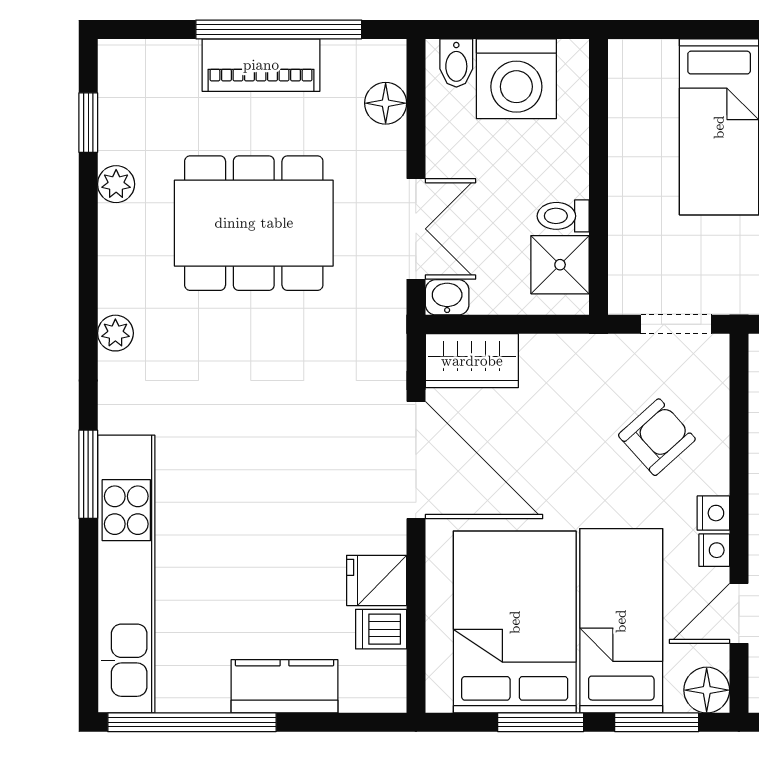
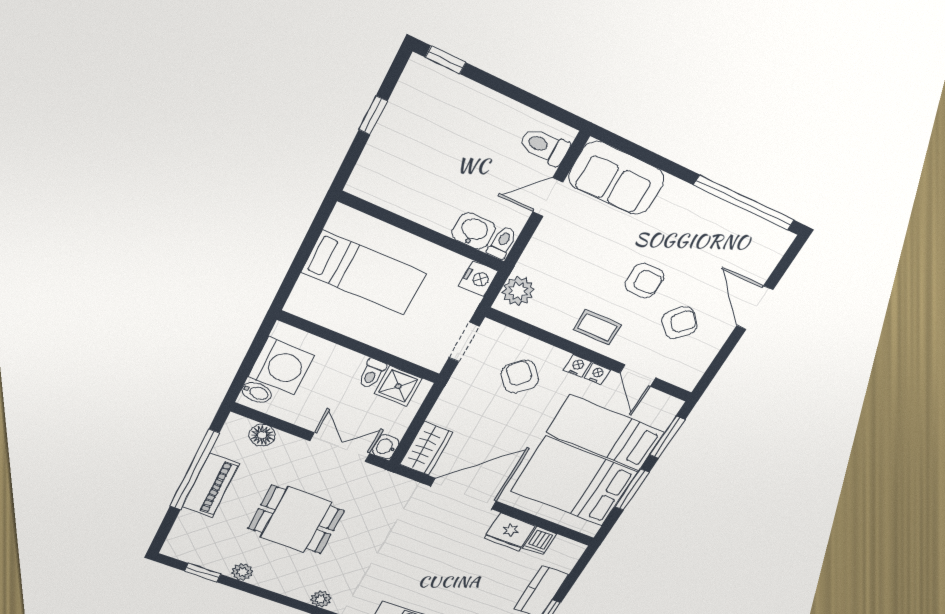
dining table: (254, 223) -> (296, 520), width x0.73
fridge: (377, 580) -> (509, 532), width x1.38
floor lamp: (707, 690) -> (667, 407), removed

